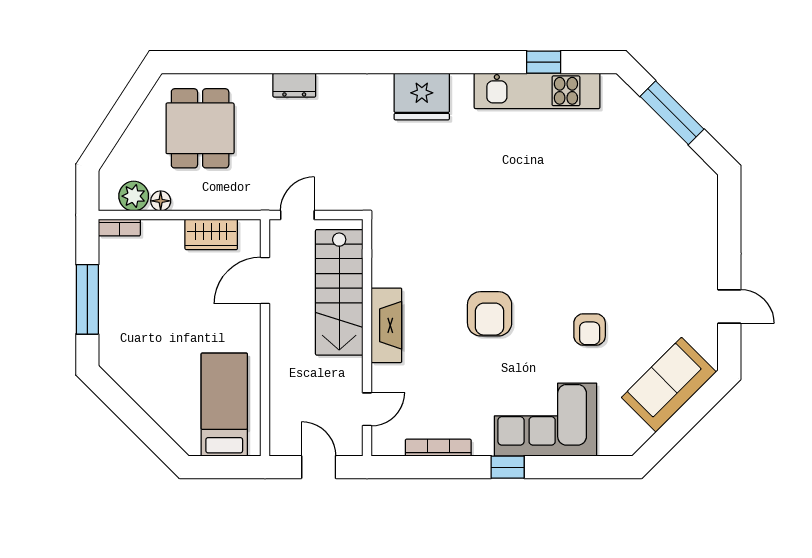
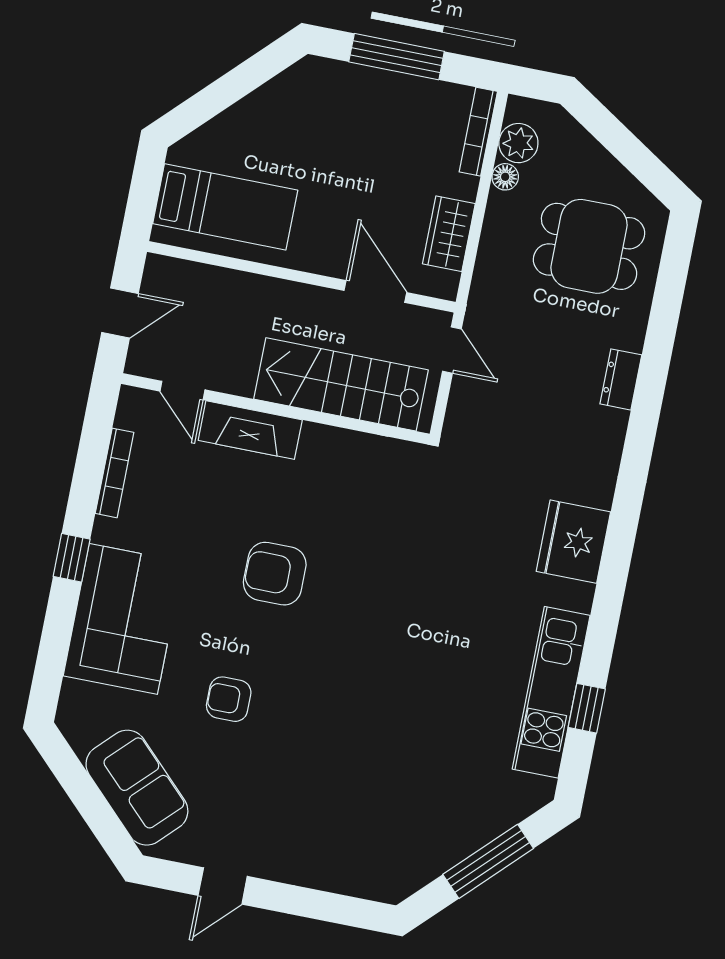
bookcase: (119, 228) -> (478, 132), width x1.56
fireplace: (386, 325) -> (250, 430), moved

